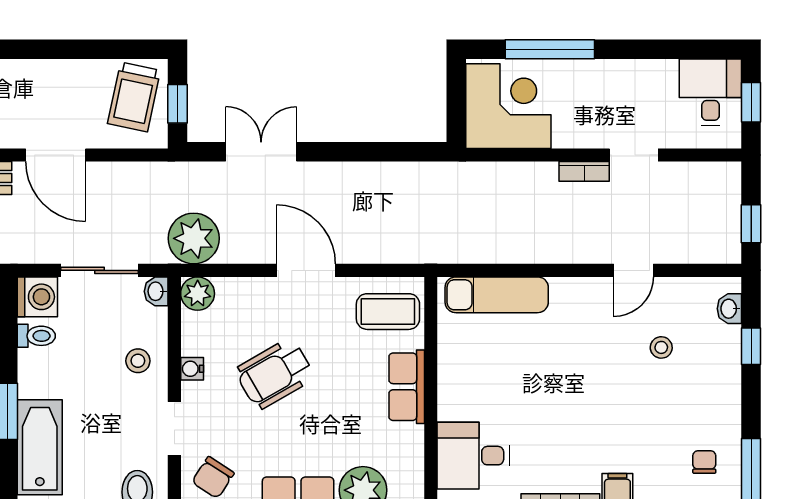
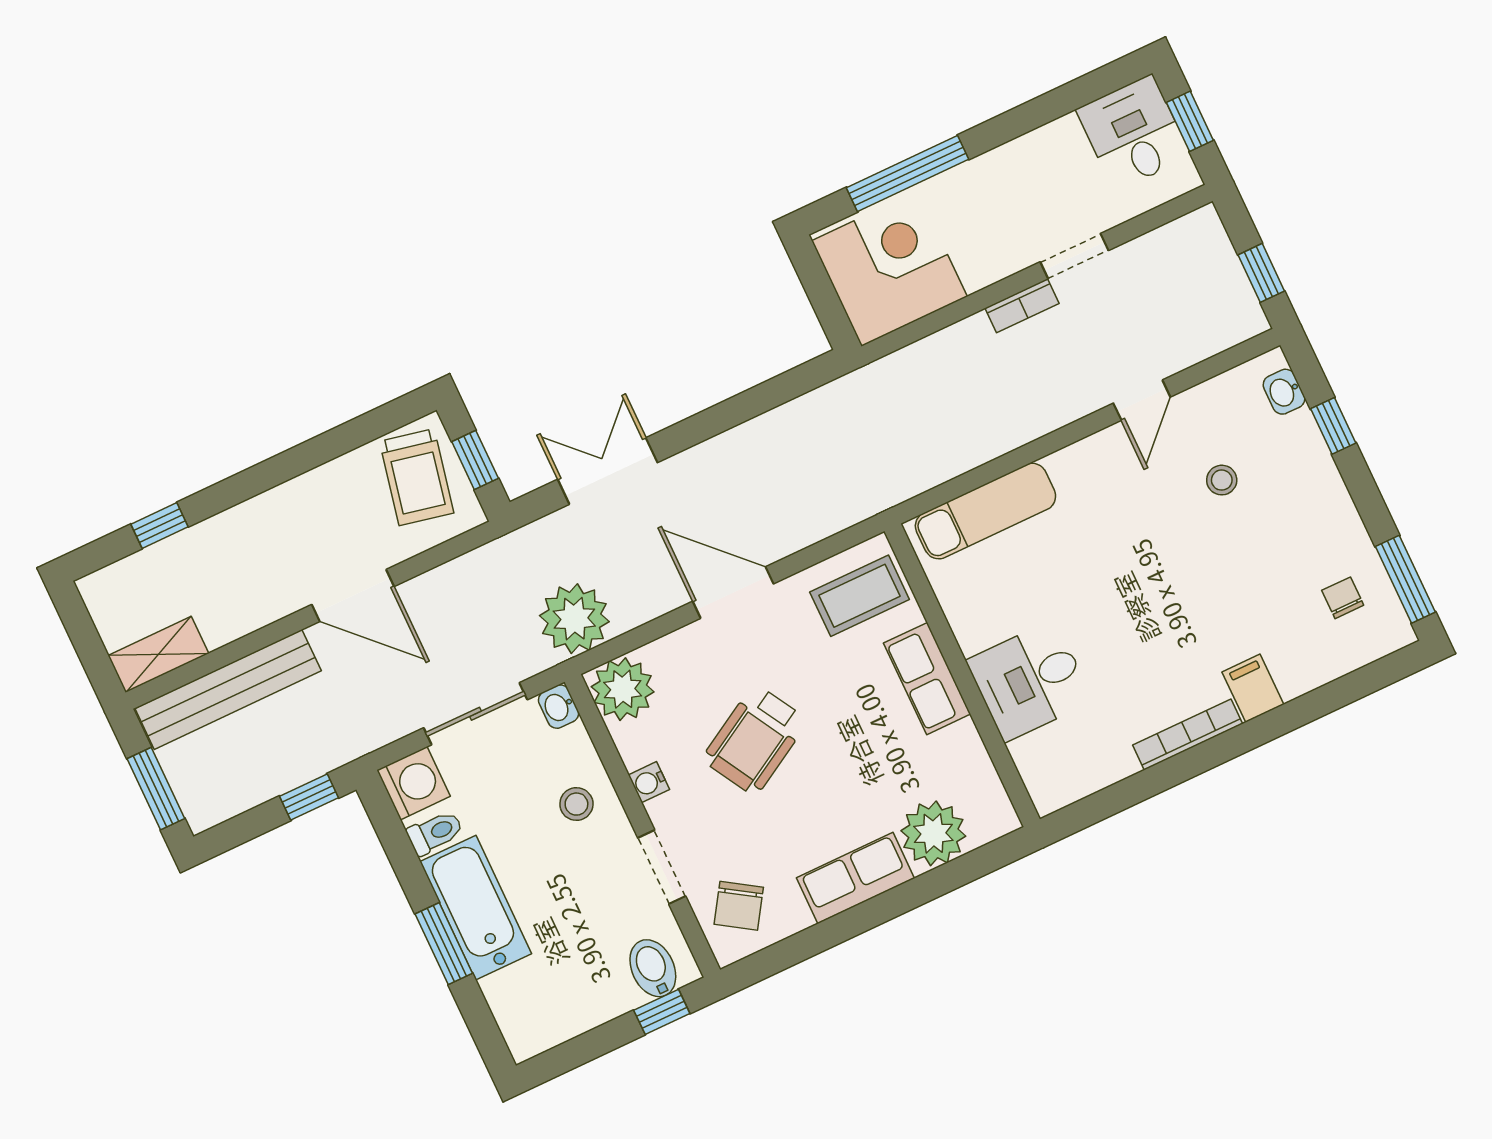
plant: (198, 294) -> (623, 689), width x1.36, depth x1.36
bathtub: (40, 447) -> (476, 908), moved
desk: (473, 456) -> (1030, 681), moved

